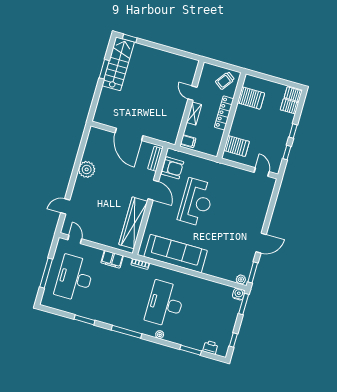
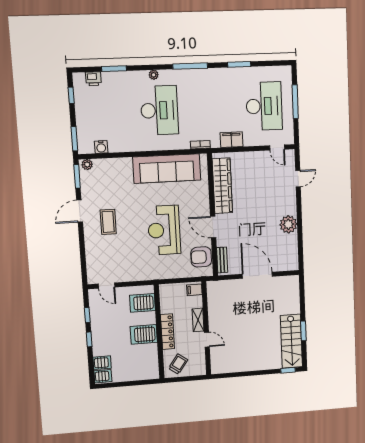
server rack: (251, 98) -> (144, 334), moved
coffee table: (241, 226) -> (108, 222), added
water cooler: (239, 294) -> (101, 147), moved

